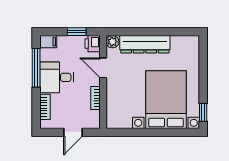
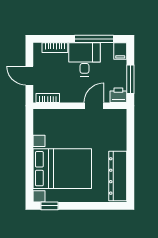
window: (77, 32) -> (130, 79), width x1.50
plant: (112, 42) -> (120, 115), removed
dresser: (145, 44) -> (118, 176), moved
bookcase: (95, 98) -> (48, 98), moved

